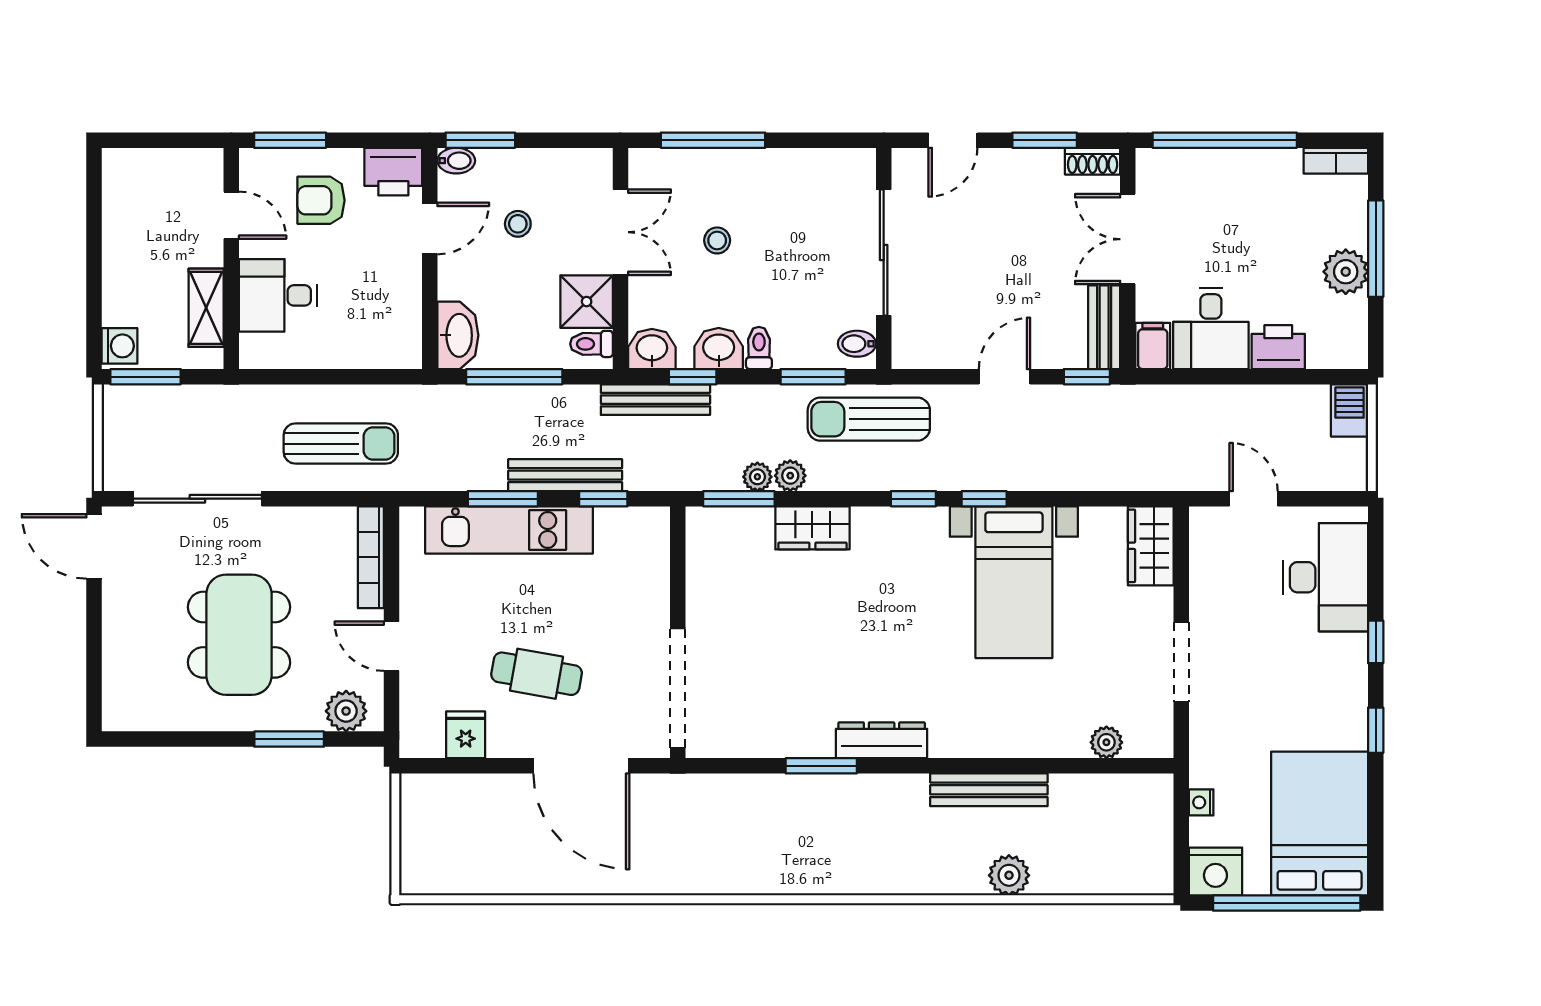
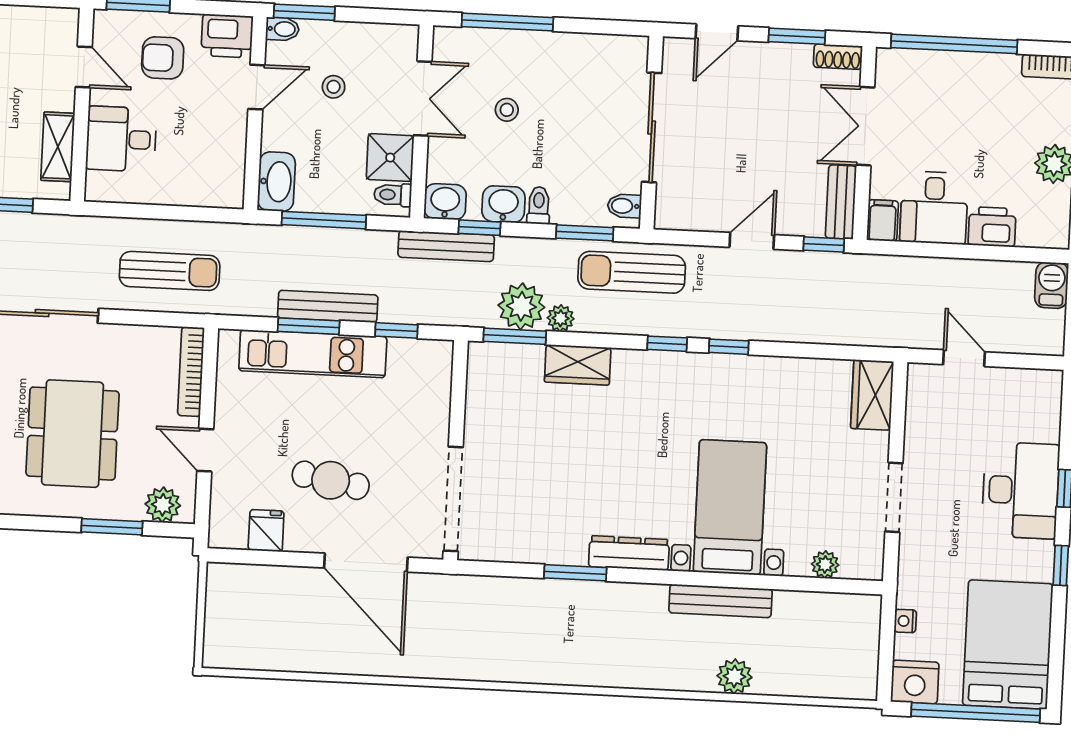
bench: (565, 475) -> (328, 306), moved
plant: (757, 477) -> (521, 306), width x1.87, depth x1.87
desk: (1326, 577) -> (1021, 490), moved
bed with nightstands: (1014, 582) -> (730, 507), moved, turned 180

